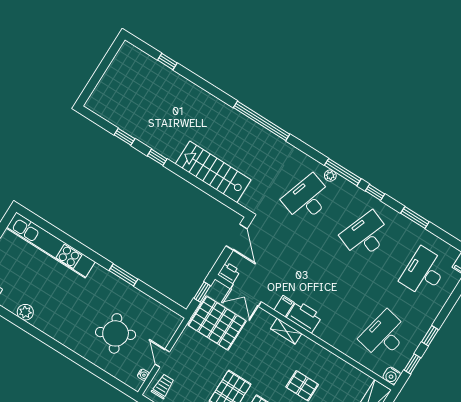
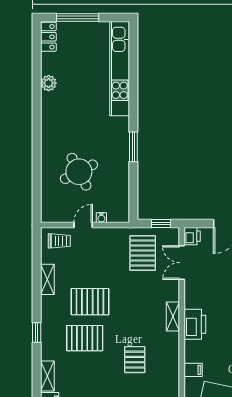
filing cabinet: (284, 306) -> (193, 370), moved
pallet: (217, 323) -> (143, 253), width x0.73, depth x0.71
water cooler: (143, 375) -> (101, 218), moved

